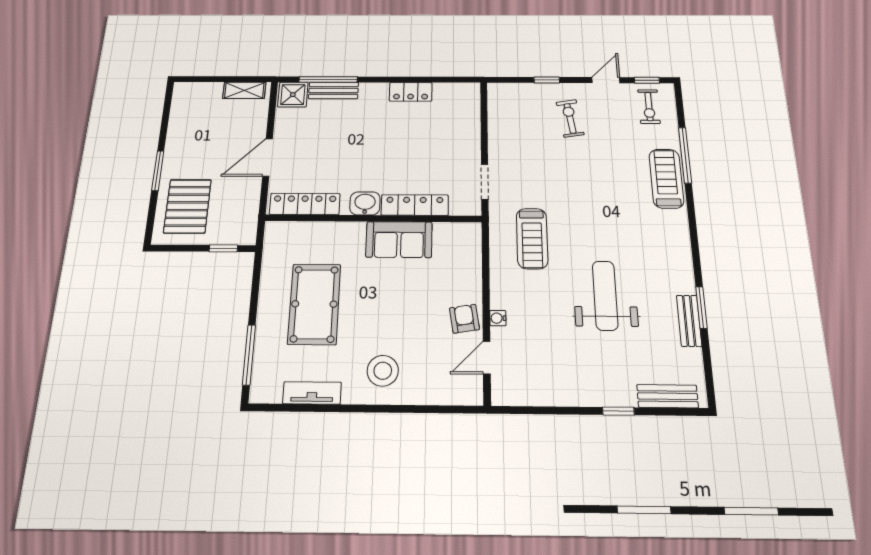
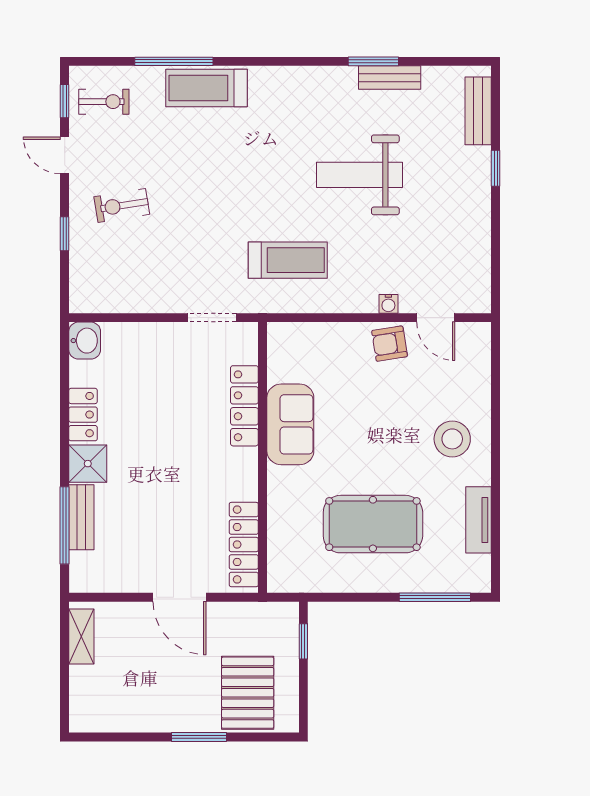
shower: (293, 95) -> (88, 464), moved
washbasin: (365, 203) -> (85, 341), moved, turned 180
pallet: (187, 206) -> (248, 693), turned 90

